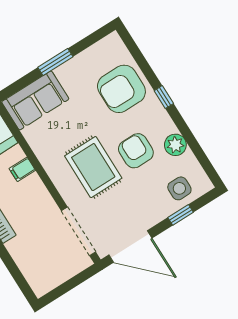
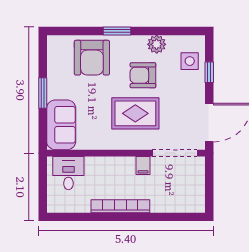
window: (164, 97) -> (117, 31), width x1.50
filing cabinet: (22, 169) -> (143, 165), moved

